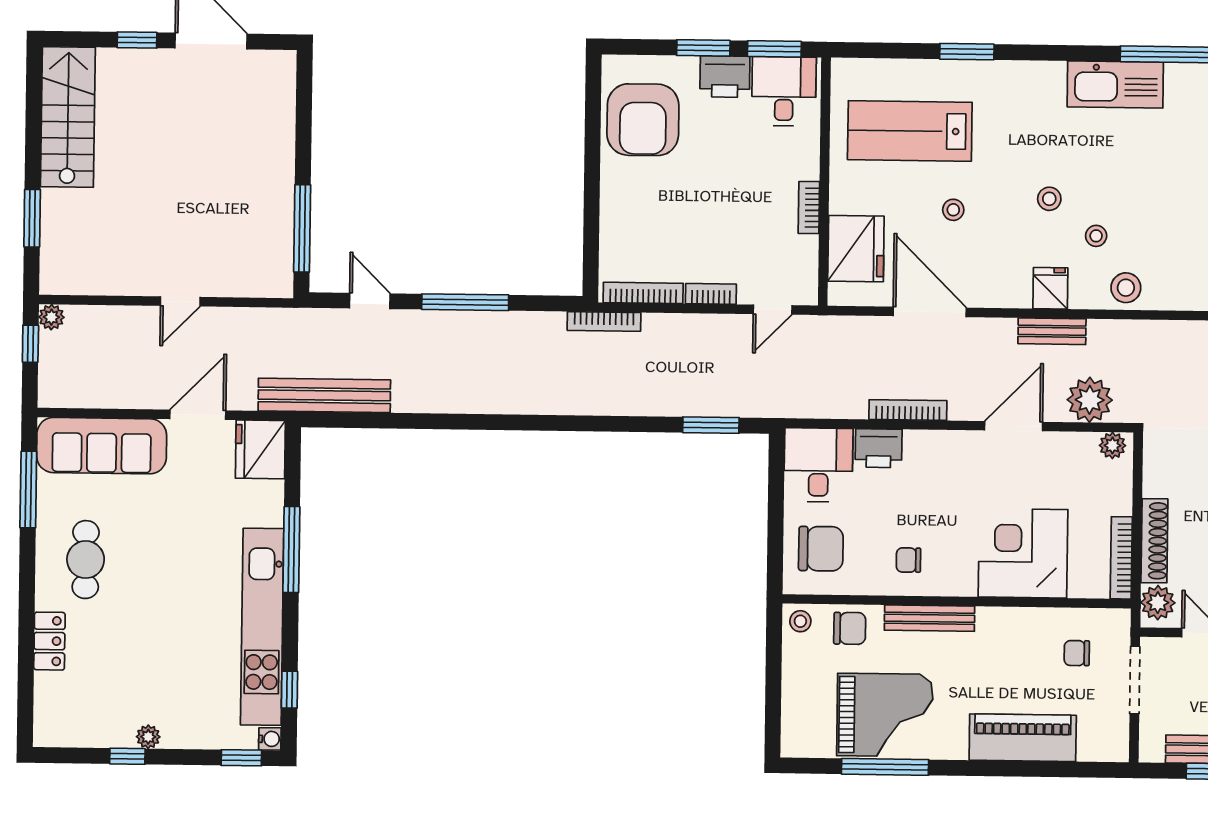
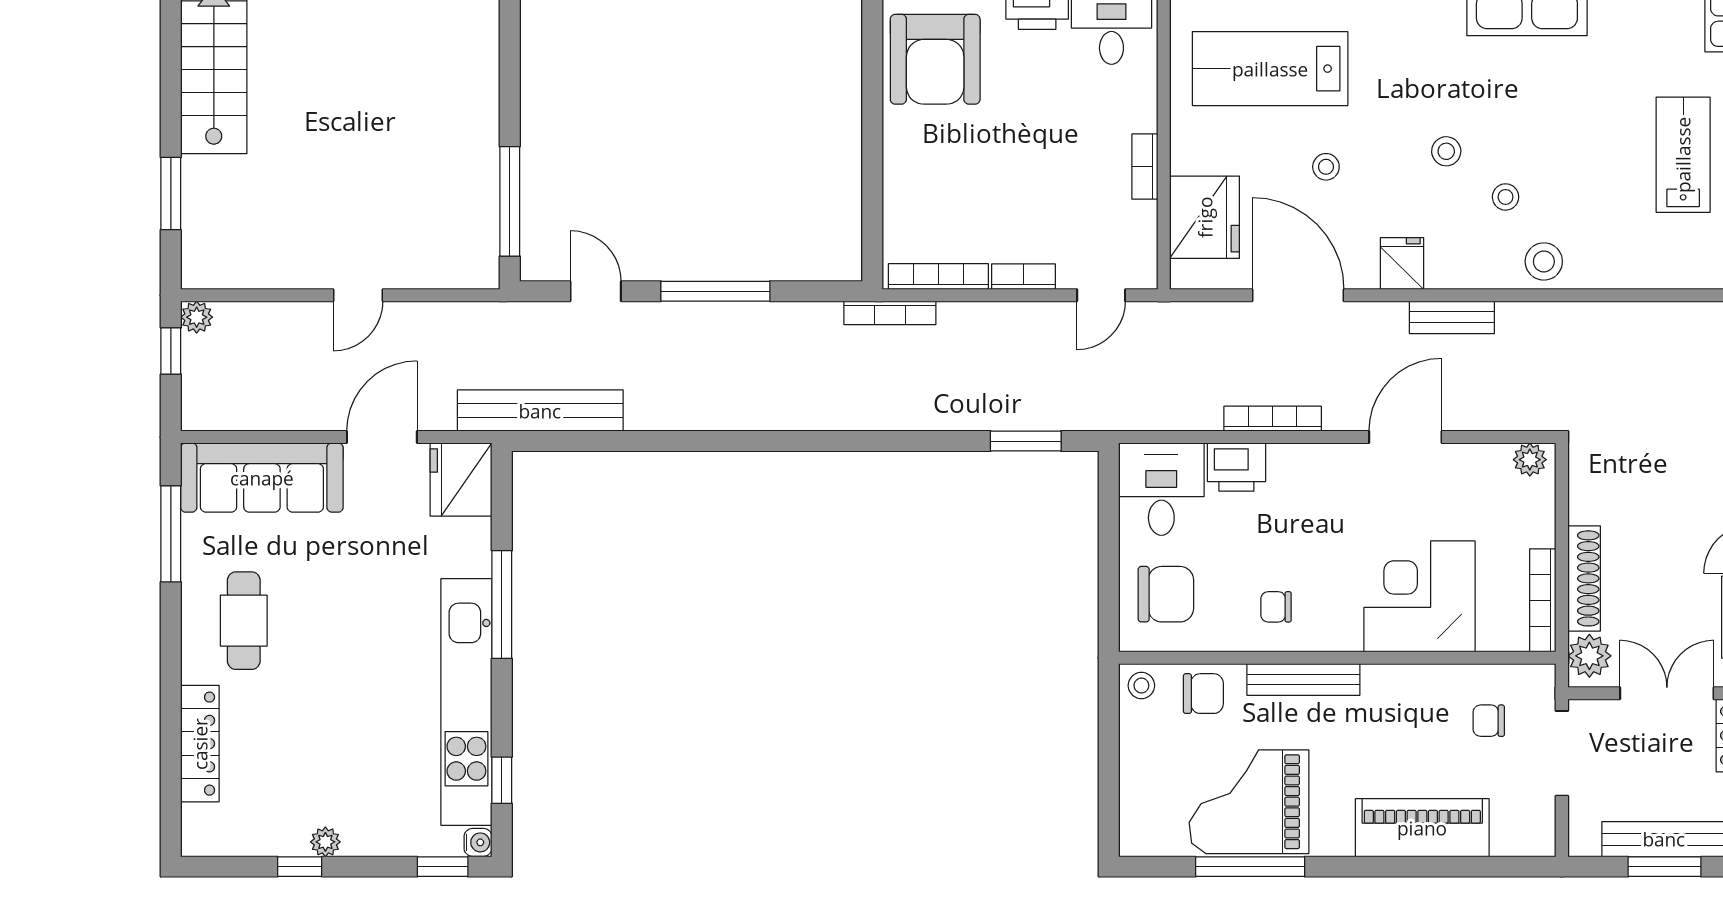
fridge: (1050, 288) -> (1402, 263), moved
plant: (1090, 400) -> (1500, 403), removed
locker: (49, 641) -> (200, 744), width x1.53
grand piano: (885, 715) -> (1249, 802), turned 180

